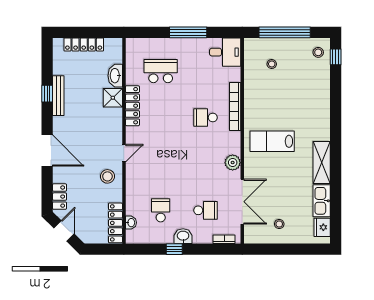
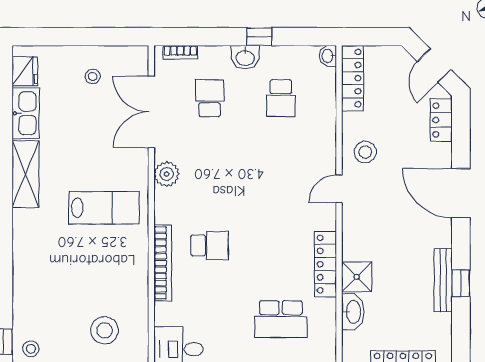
stool: (272, 64) -> (105, 330), width x1.89, depth x1.89
school desk: (206, 210) -> (210, 98), turned 90
washbasin: (131, 223) -> (328, 56), moved

